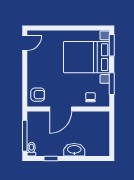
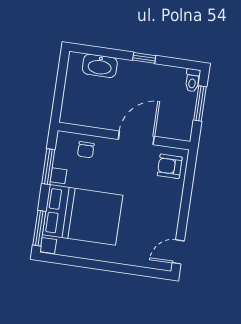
window: (25, 136) -> (200, 103), width x0.69
washbasin: (74, 150) -> (100, 66), moved
window: (51, 159) -> (144, 58), moved

